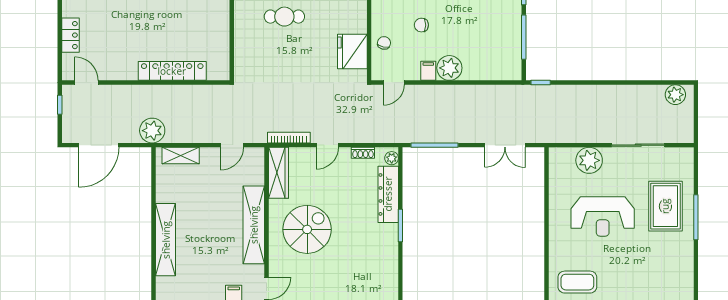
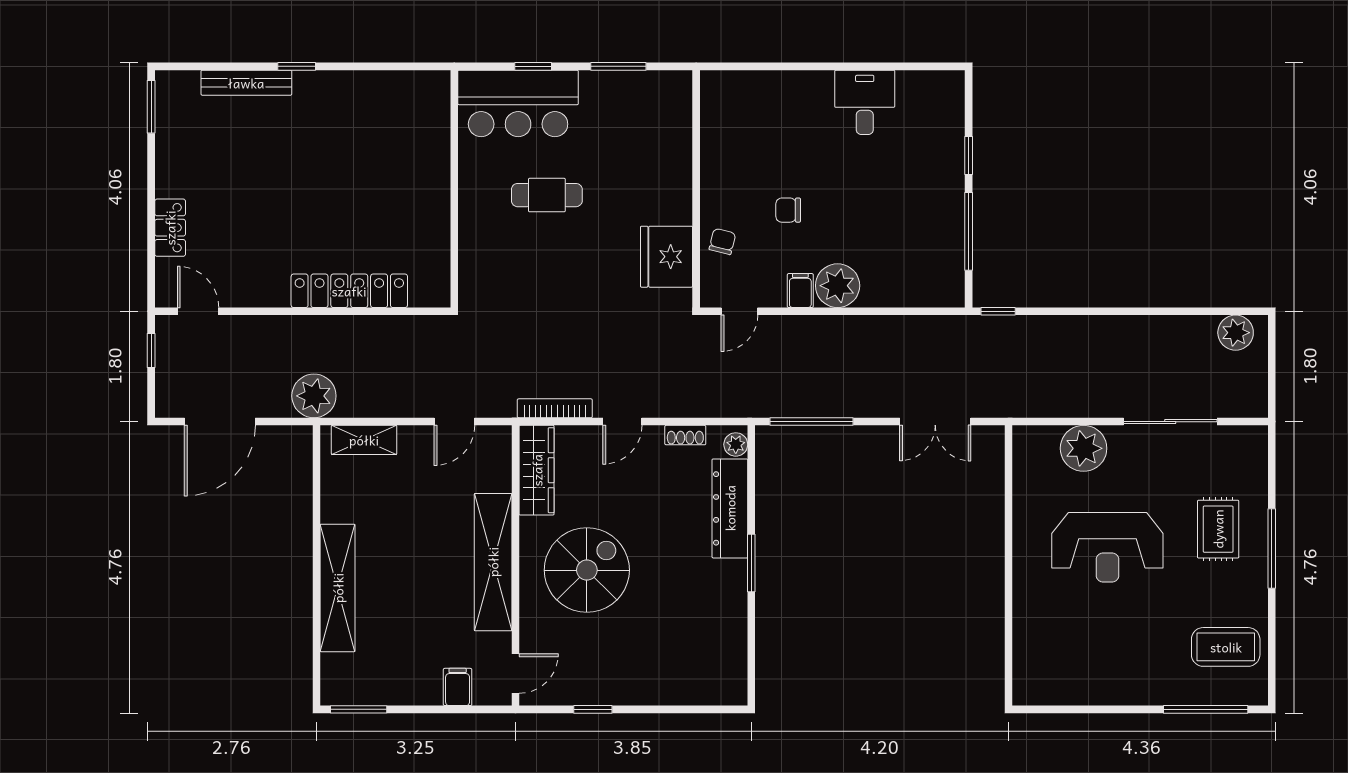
rug: (665, 206) -> (1218, 529), width x0.73, depth x0.70
coffee table: (577, 282) -> (1226, 647), moved

